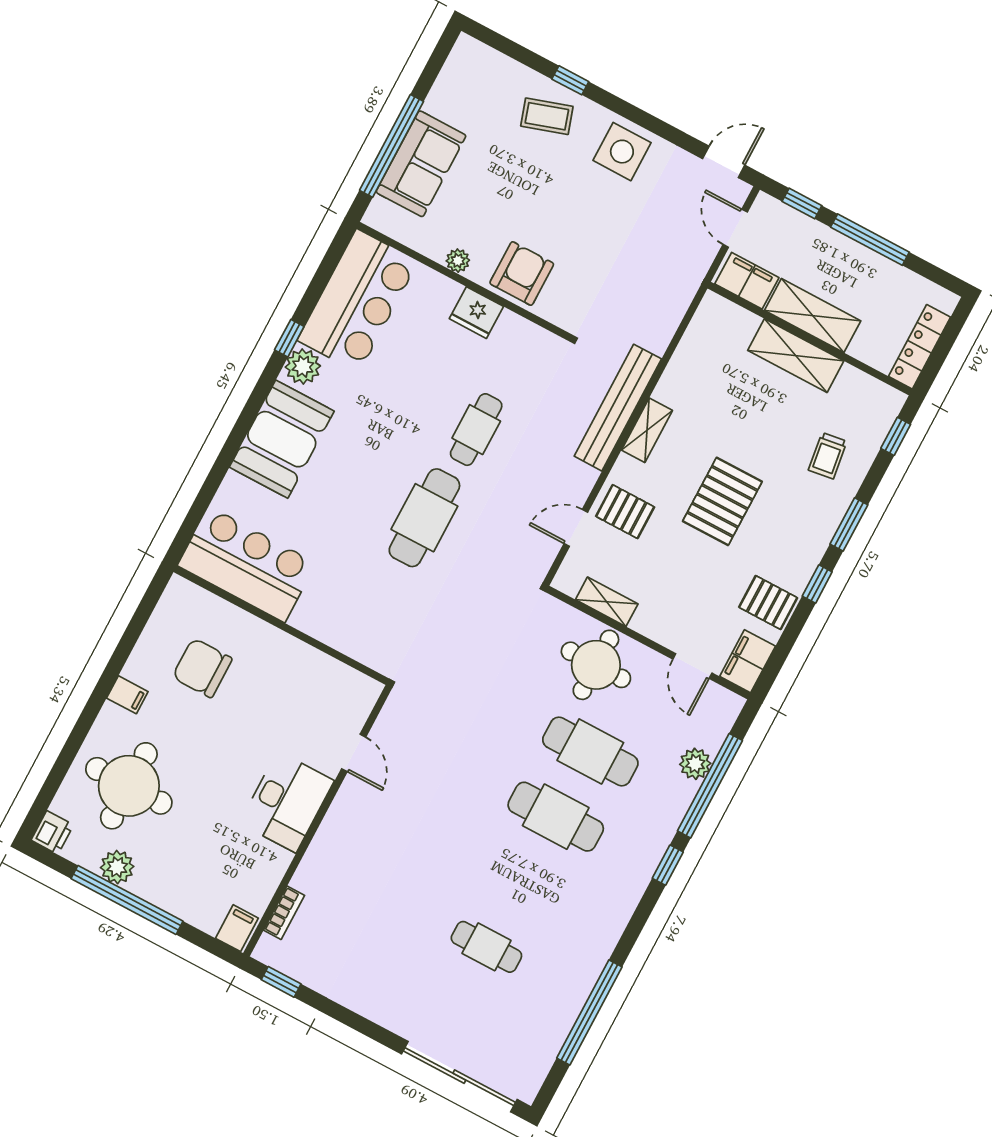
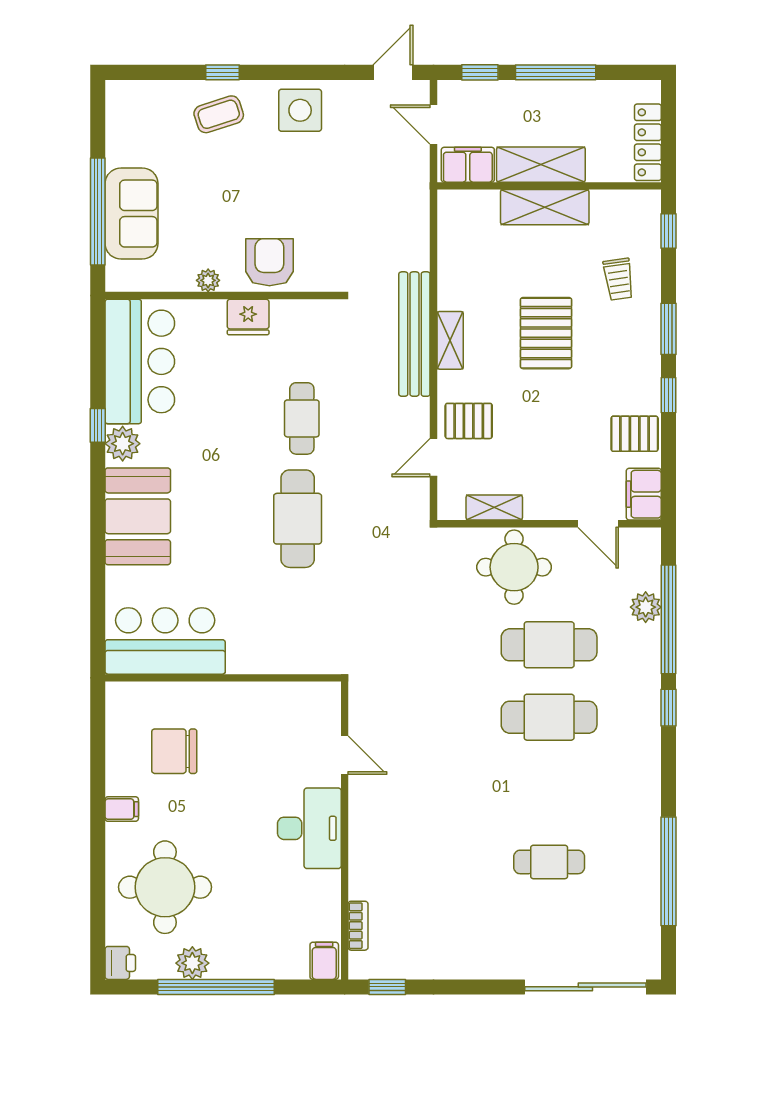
pallet: (722, 501) -> (546, 333), moved

